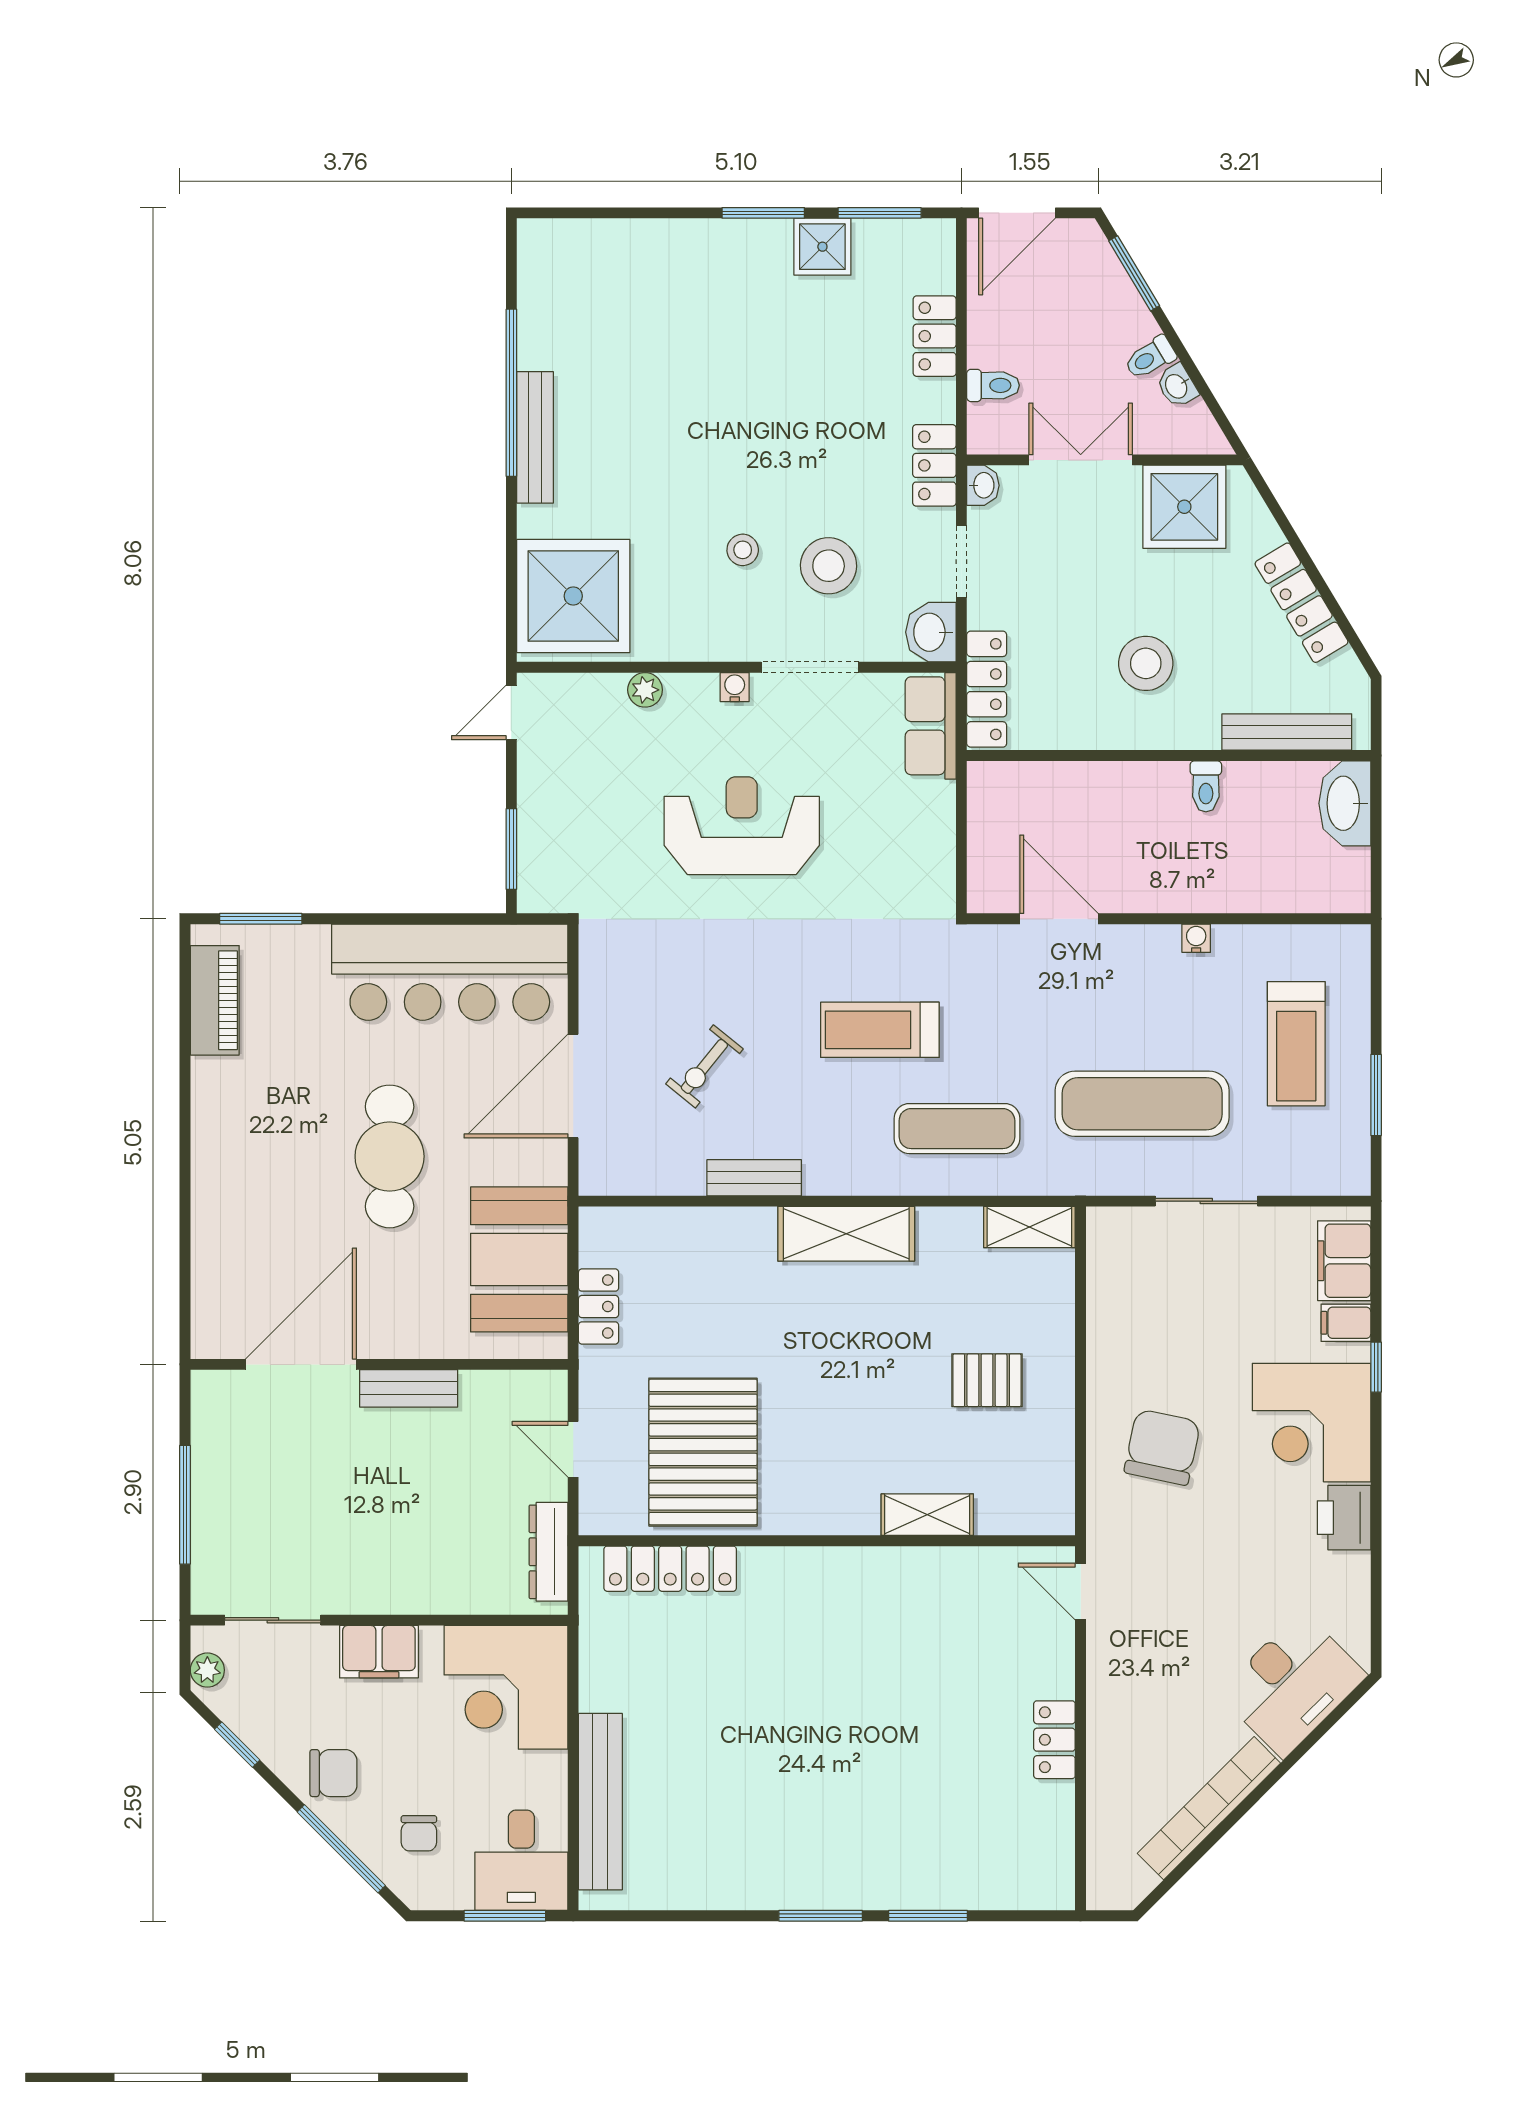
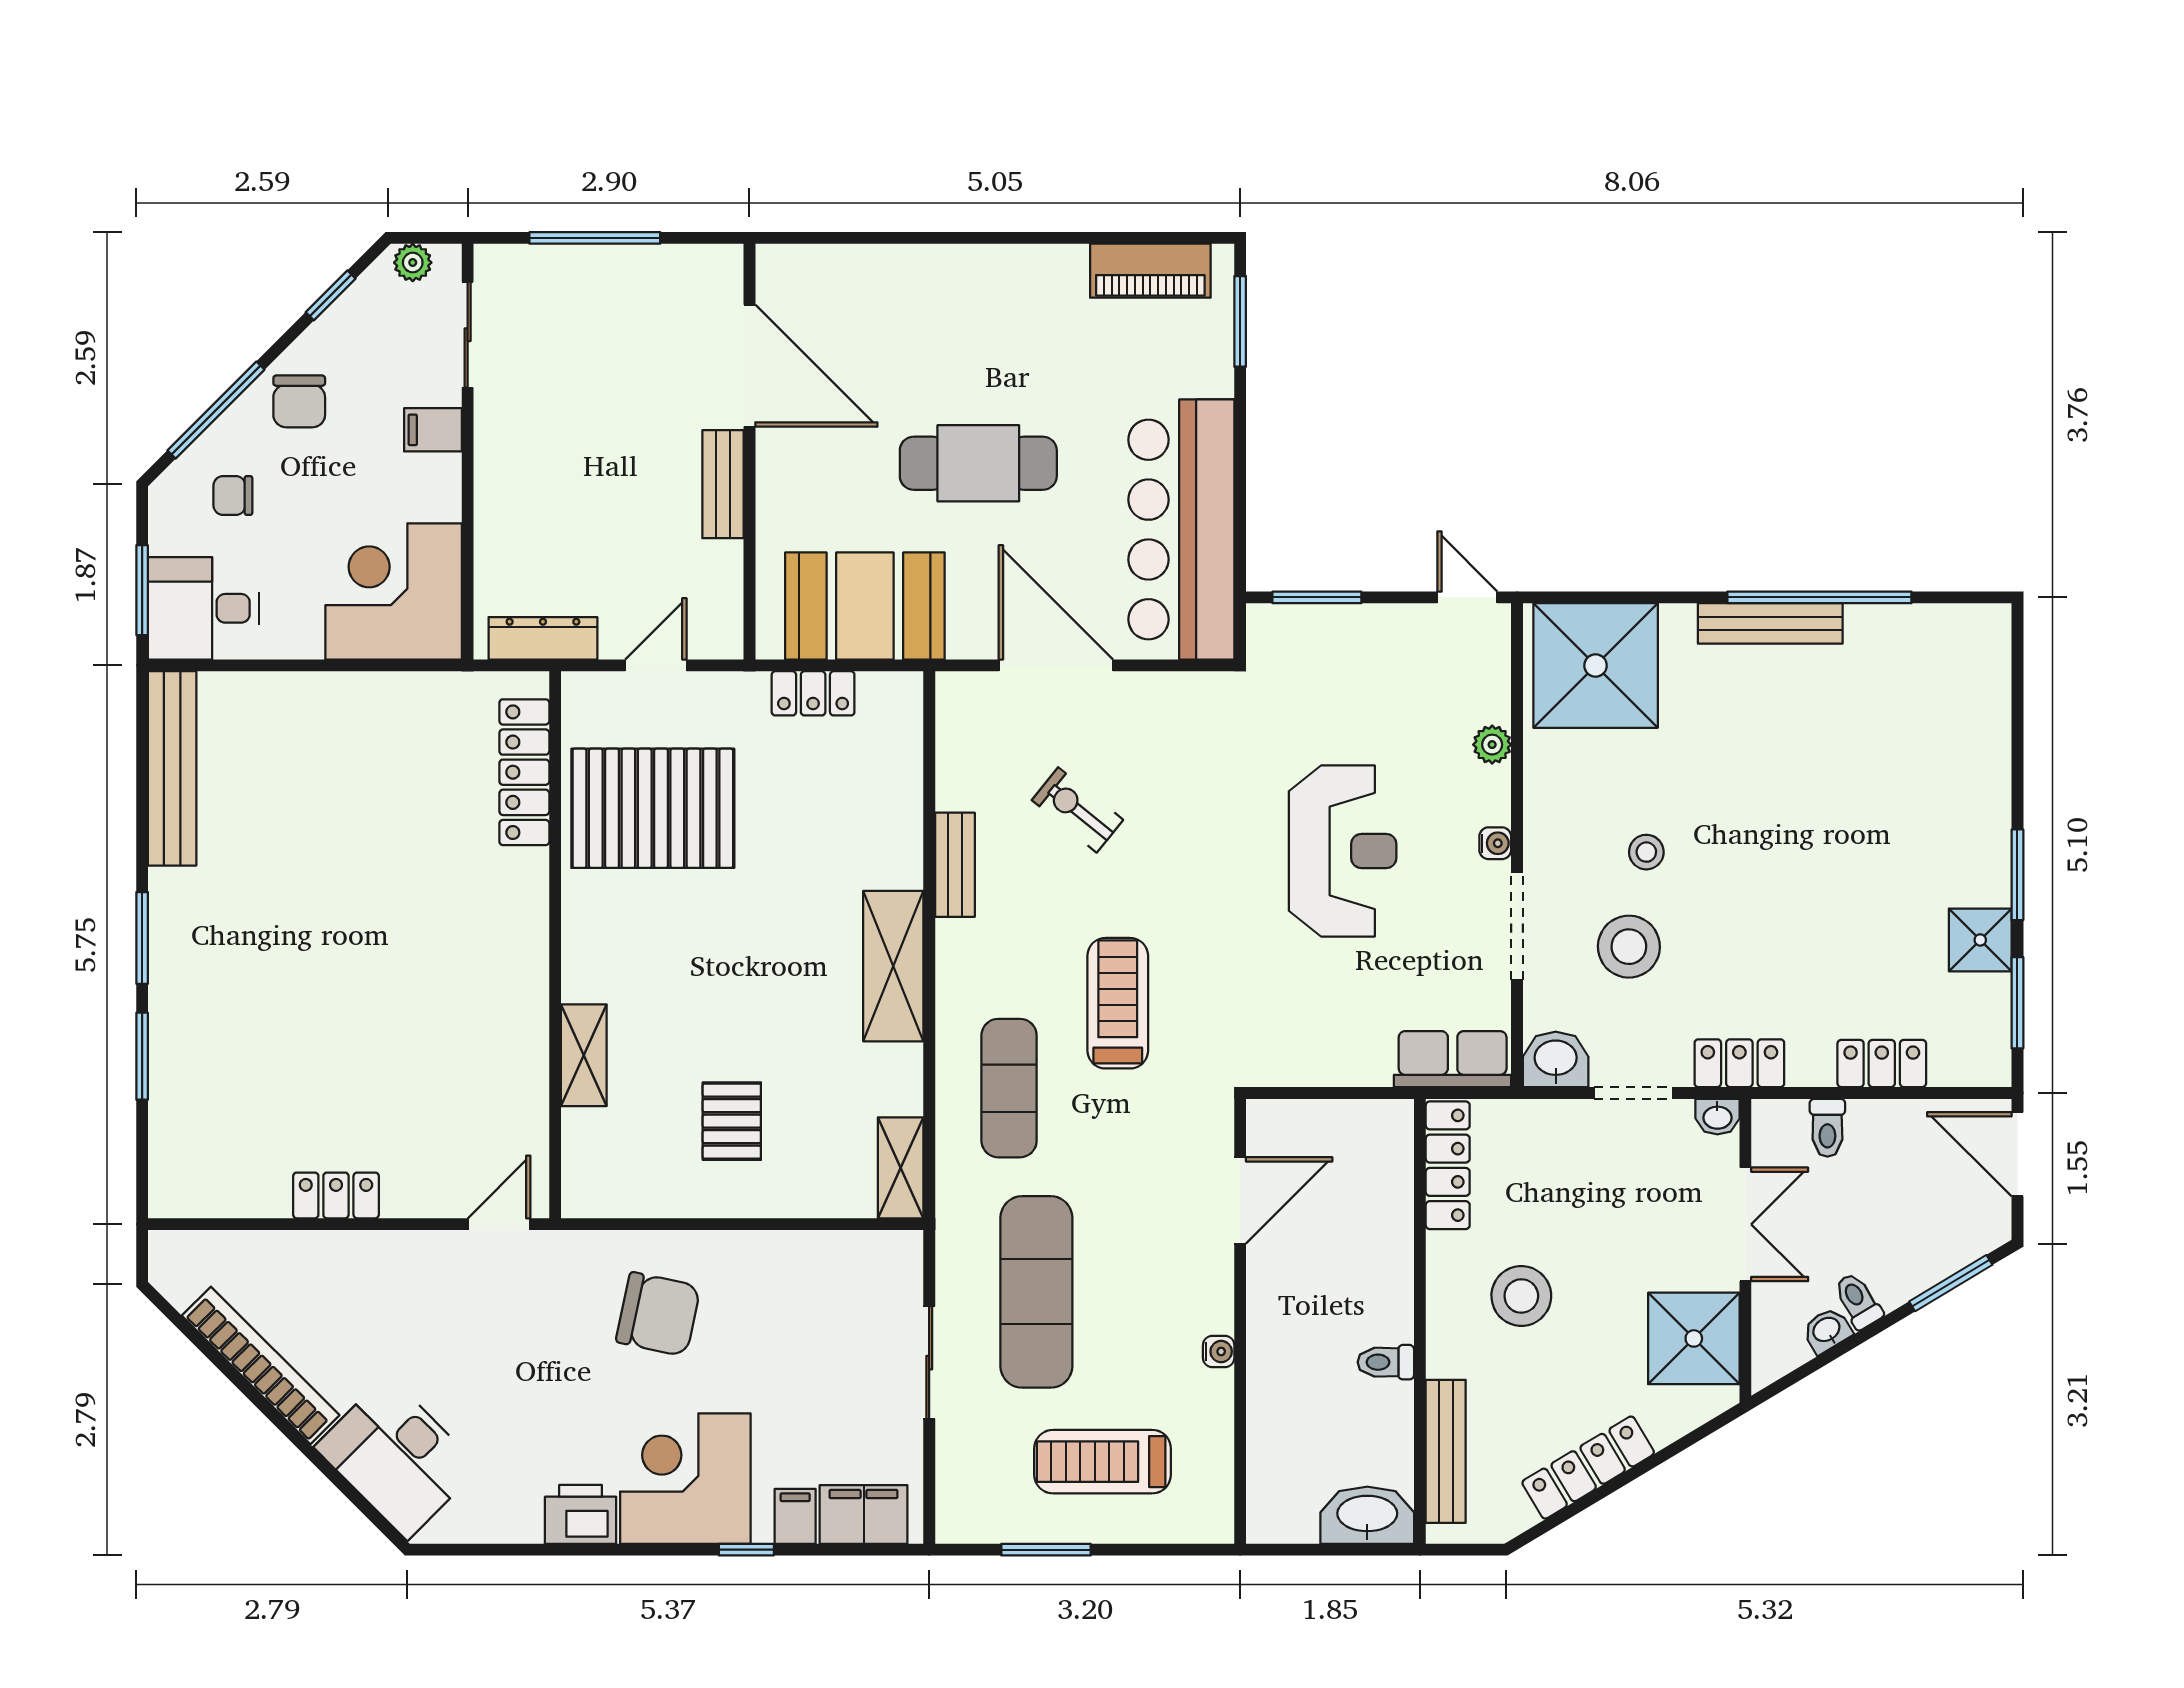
locker: (987, 689) -> (1448, 1165), moved, turned -90
filing cabinet: (379, 1652) -> (433, 430), width x0.50
bench: (600, 1802) -> (172, 768), moved, turned 90

